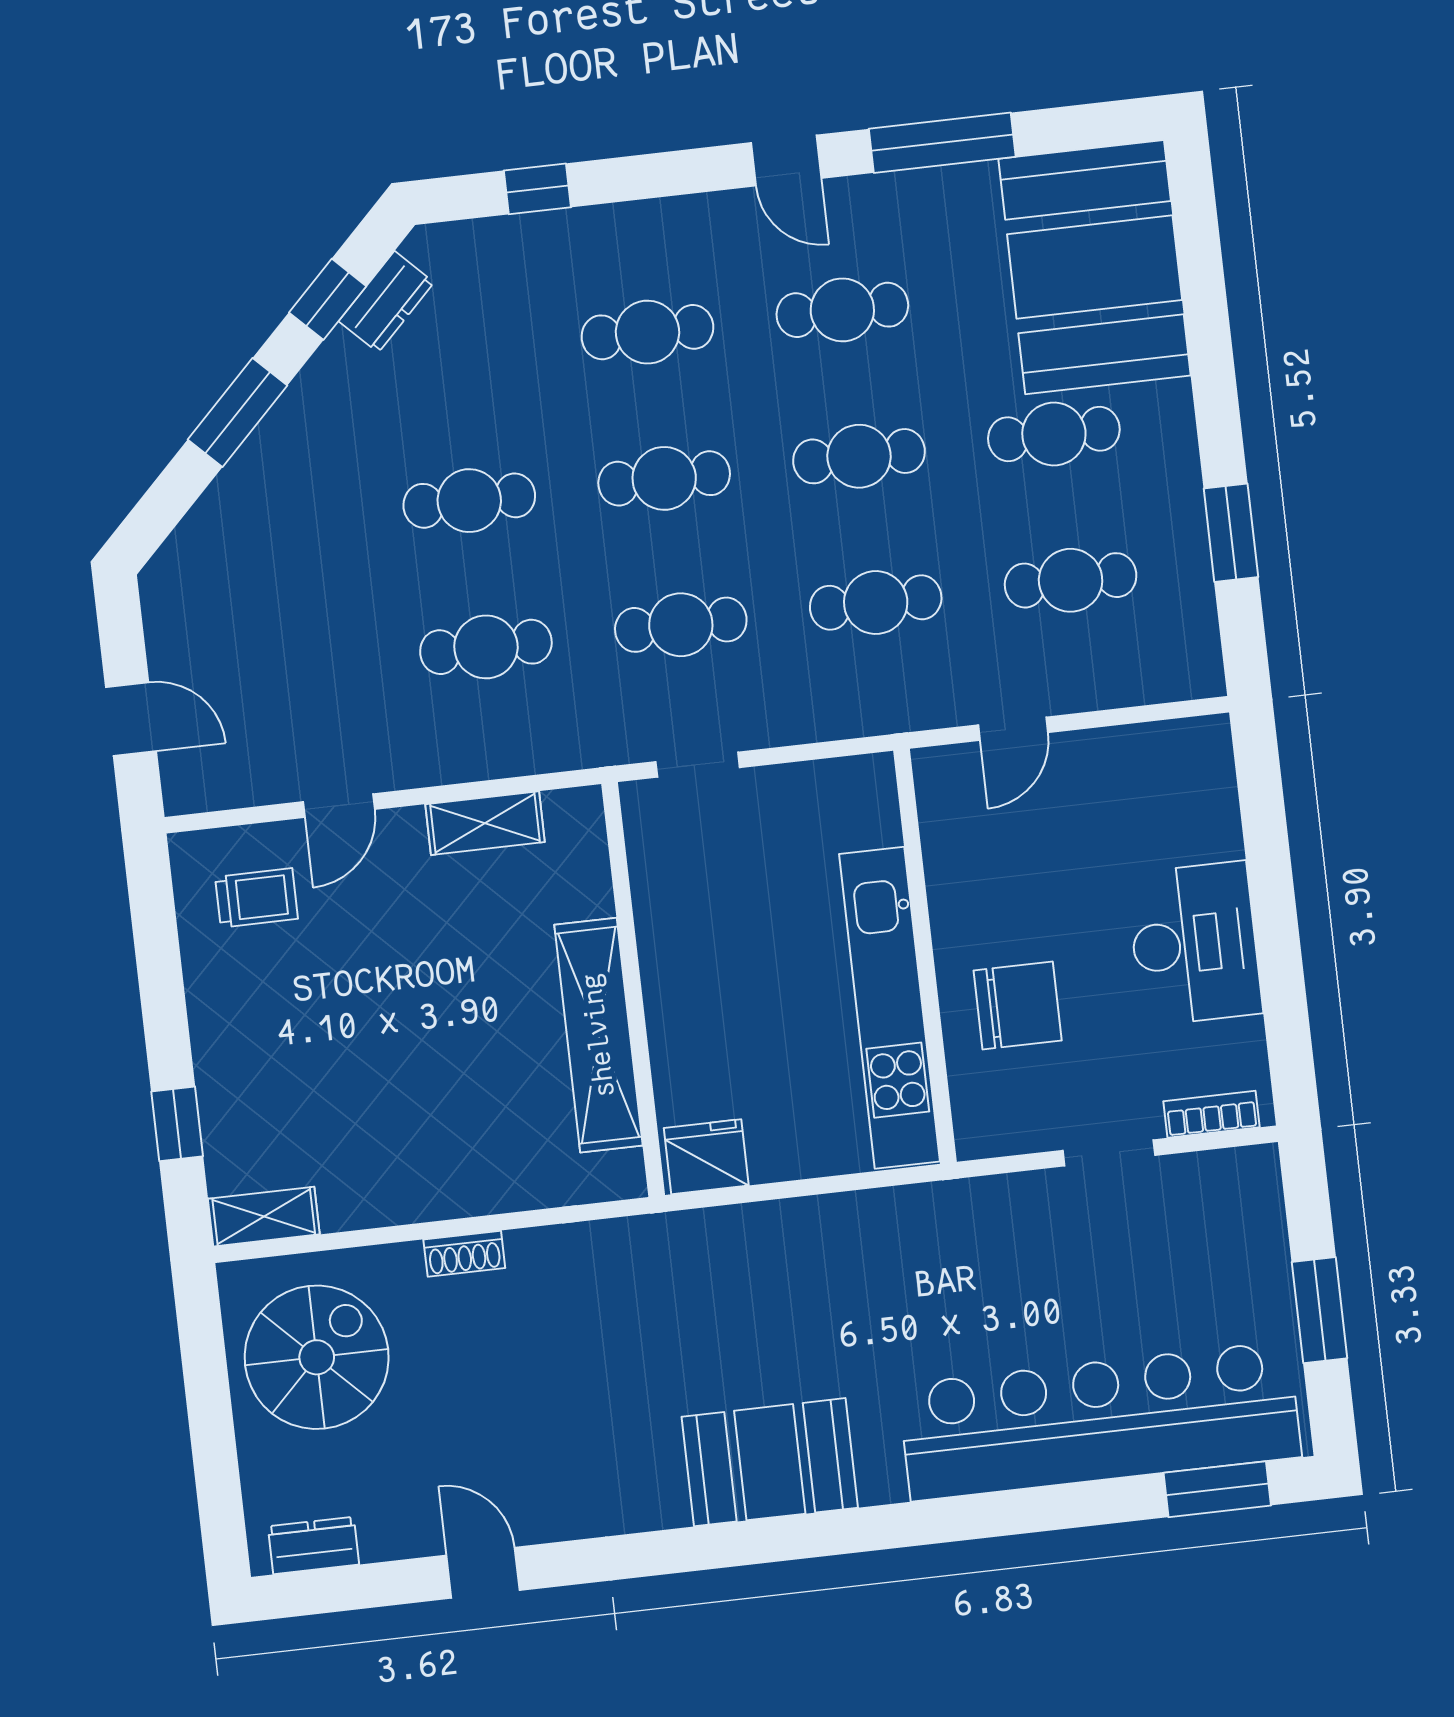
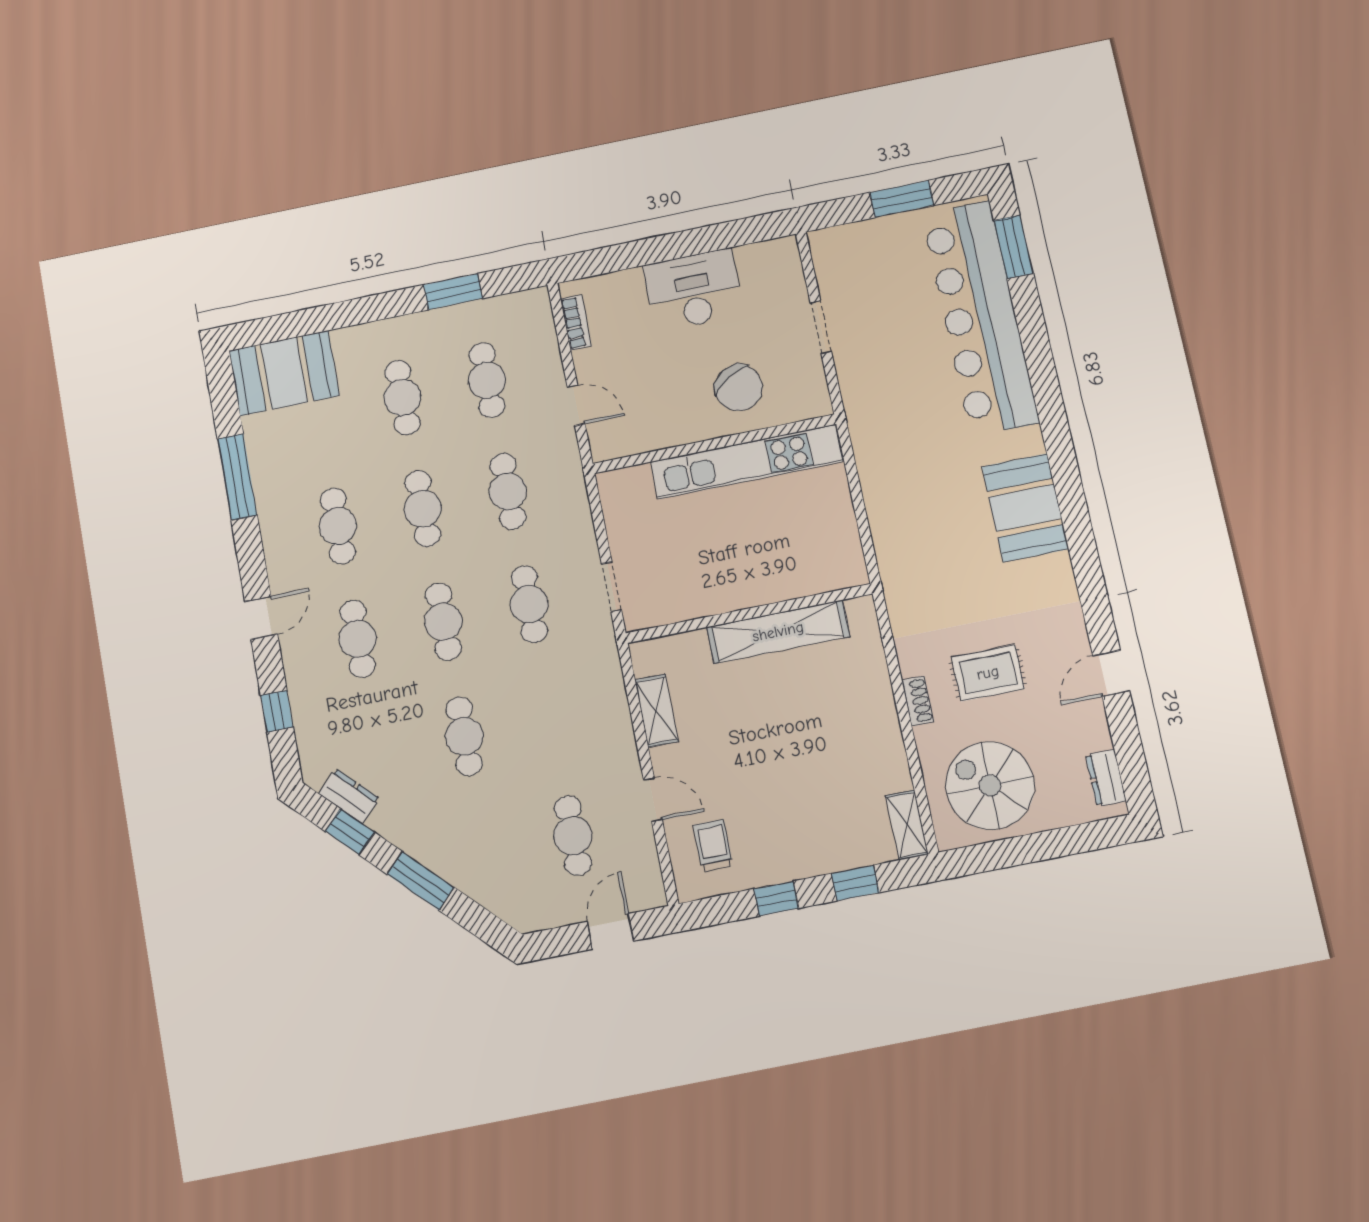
door: (786, 160) -> (261, 618), moved
booth: (1095, 267) -> (284, 373), width x0.73, depth x0.70
cafe table: (486, 647) -> (573, 836), moved
window: (162, 993) -> (776, 899), added
chair: (1018, 1005) -> (739, 388), turned 149
bookcase: (1212, 1114) -> (576, 323), moved, turned 180
fridge: (706, 1157) -> (845, 561), removed
rug: (501, 1373) -> (988, 673), added

